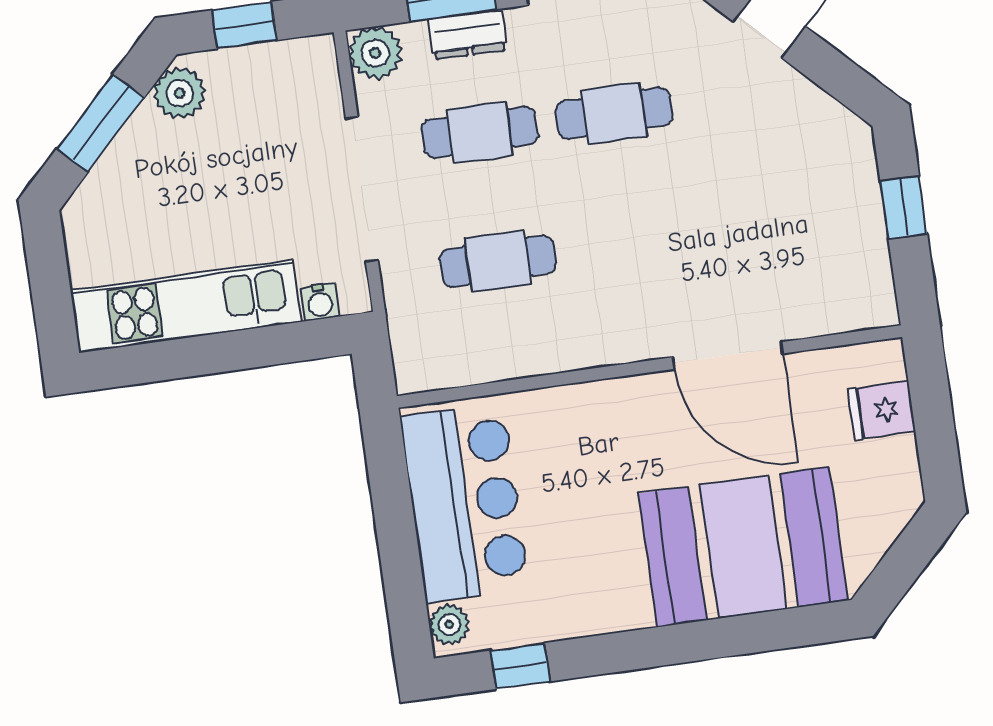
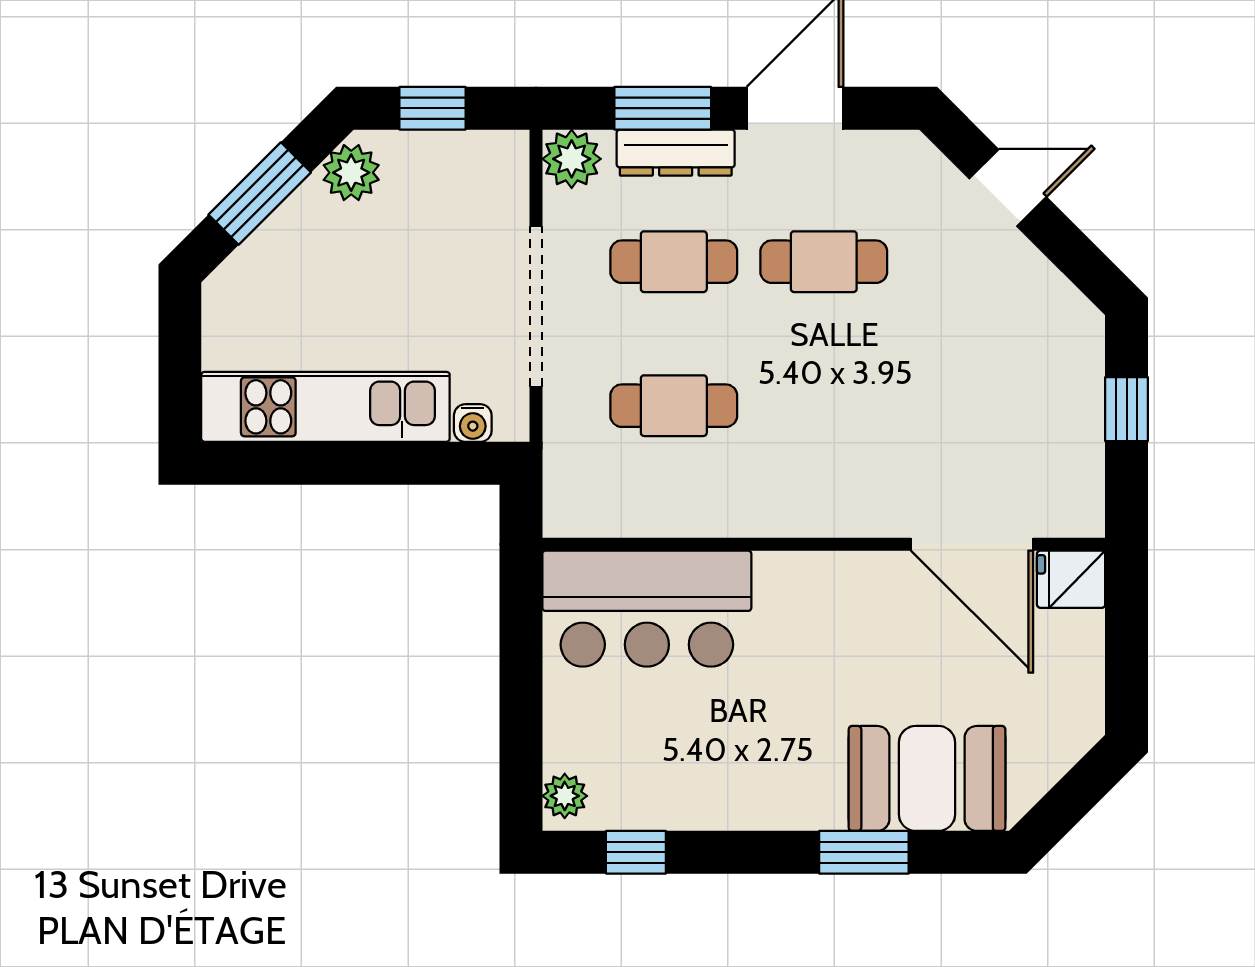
dresser: (468, 34) -> (676, 153), width x1.44
door: (728, 355) -> (972, 544), moved
fridge: (882, 410) -> (1071, 579), moved
bar counter: (465, 503) -> (647, 609), moved, turned 90
booth: (743, 547) -> (927, 778), width x0.73, depth x0.70
window: (724, 637) -> (864, 852), added

